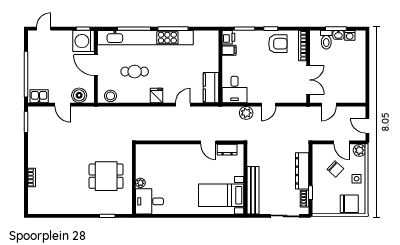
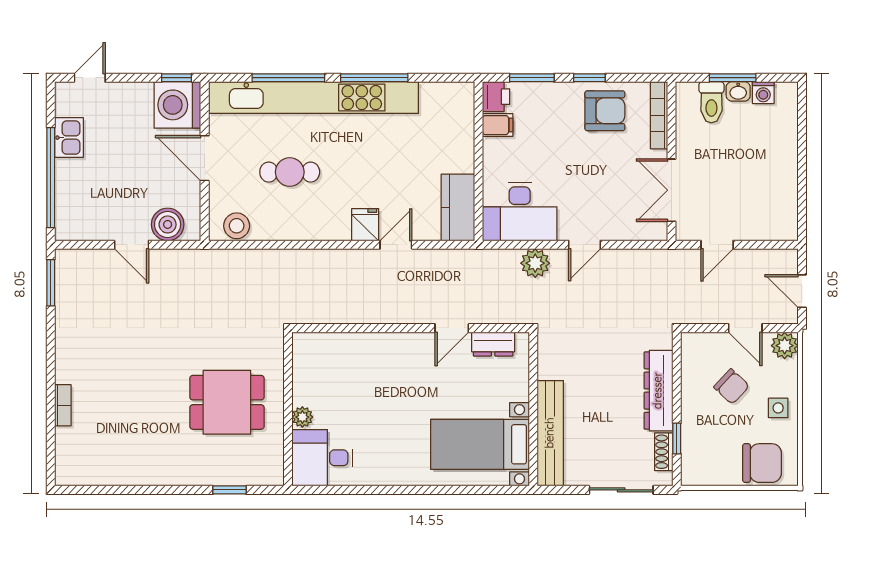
double door: (308, 80) -> (672, 190), swing flipped
desk: (234, 89) -> (520, 211), width x1.37
fridge: (157, 95) -> (365, 225), moved
kitchen sink: (39, 96) -> (69, 138), moved, turned 90
door: (208, 142) -> (452, 328), hinge flipped

